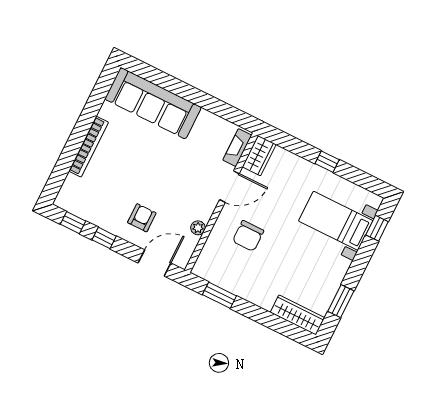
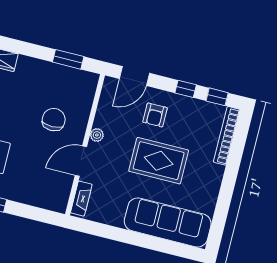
bookcase: (89, 147) -> (227, 136), moved
wardrobe: (259, 156) -> (60, 196), removed
rug: (148, 169) -> (159, 161), added
plant: (198, 228) -> (97, 135), moved

